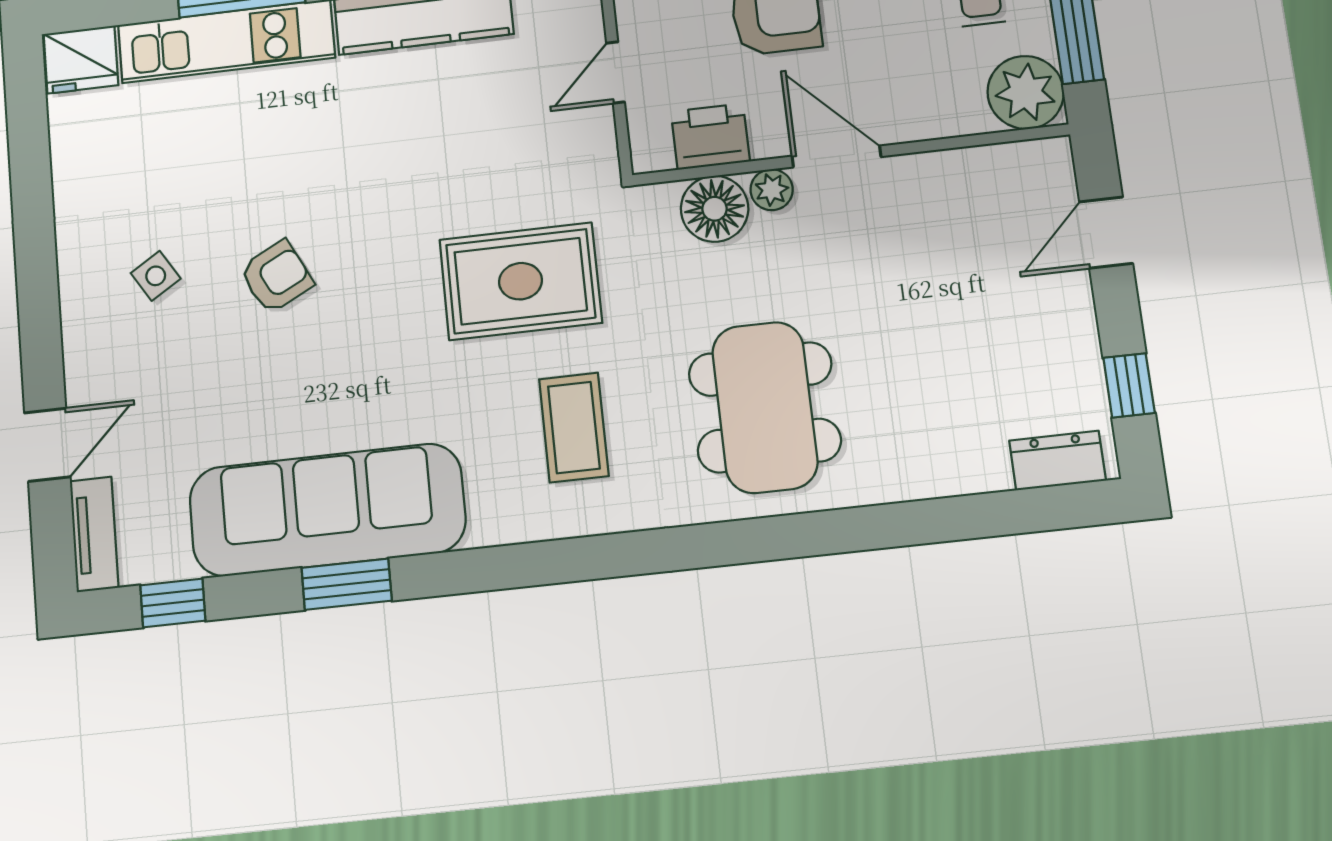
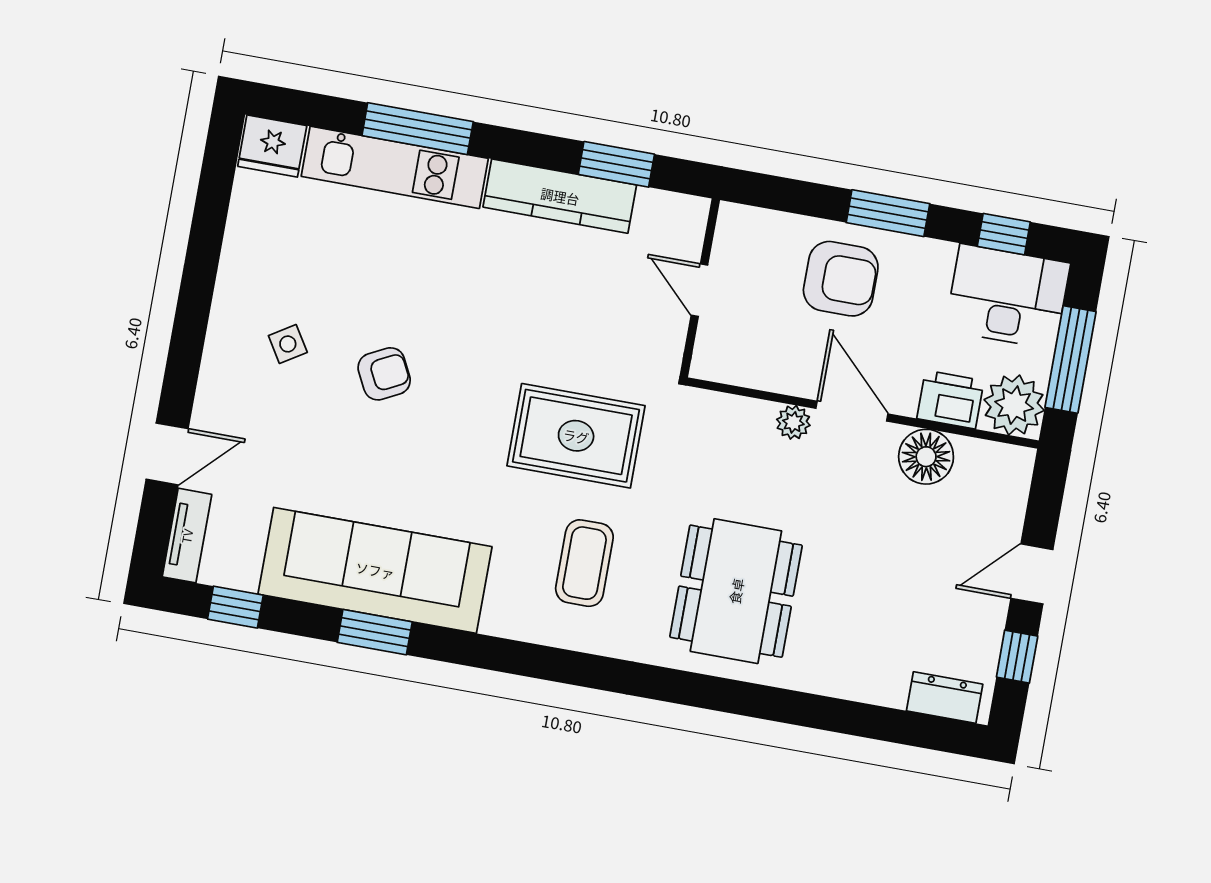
door: (615, 72) -> (699, 290), hinge flipped
printer: (710, 137) -> (950, 400), moved
floor lamp: (715, 209) -> (926, 457), moved
door: (1106, 233) -> (1032, 574), moved

